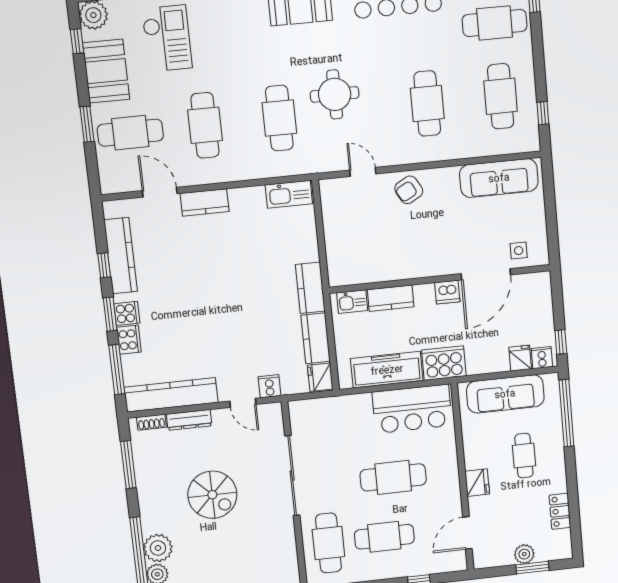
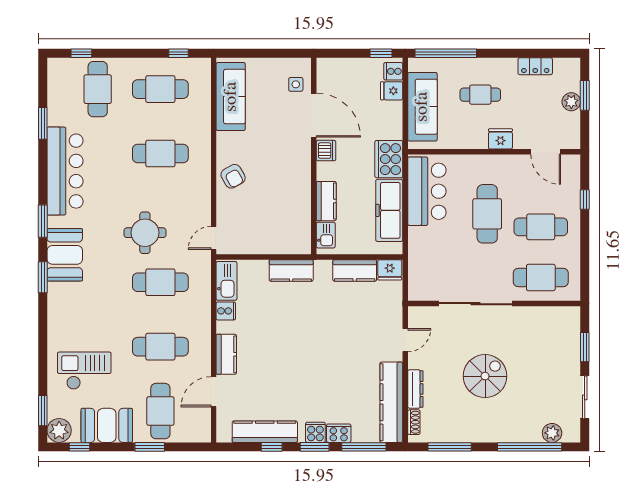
door: (363, 172) -> (214, 238), moved
kitchen counter: (310, 288) -> (291, 271), moved
cooker: (270, 386) -> (226, 311), moved, turned 180
cafe table: (384, 537) -> (541, 227), turned 90
plant: (158, 548) -> (528, 430), removed

